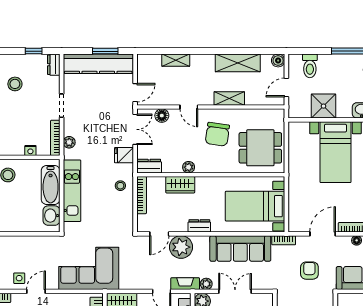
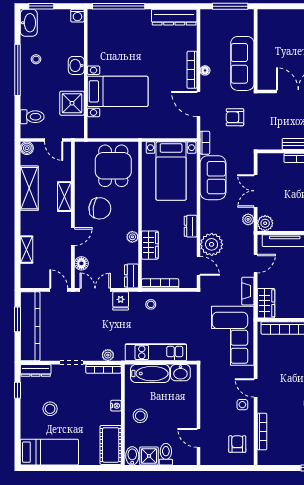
dresser: (54, 65) -> (36, 370), width x1.44
nightstand: (30, 151) -> (116, 406), moved
sofa: (240, 248) -> (213, 178), width x0.73
fireplace: (185, 284) -> (248, 291), moved

